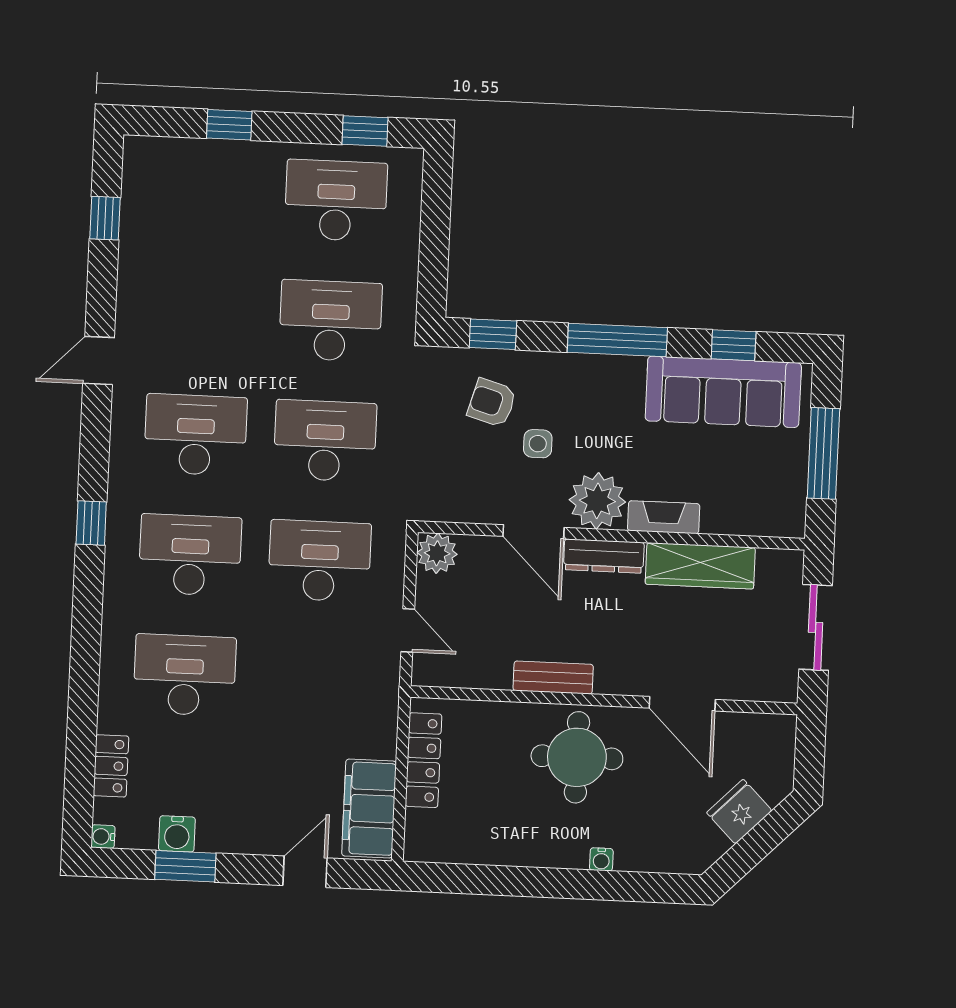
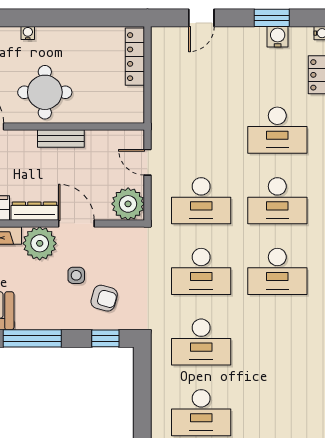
plant: (437, 553) -> (128, 204), width x1.36, depth x1.36
locker: (423, 760) -> (135, 57), moved
filing cabinet: (369, 809) -> (166, 57), removed

